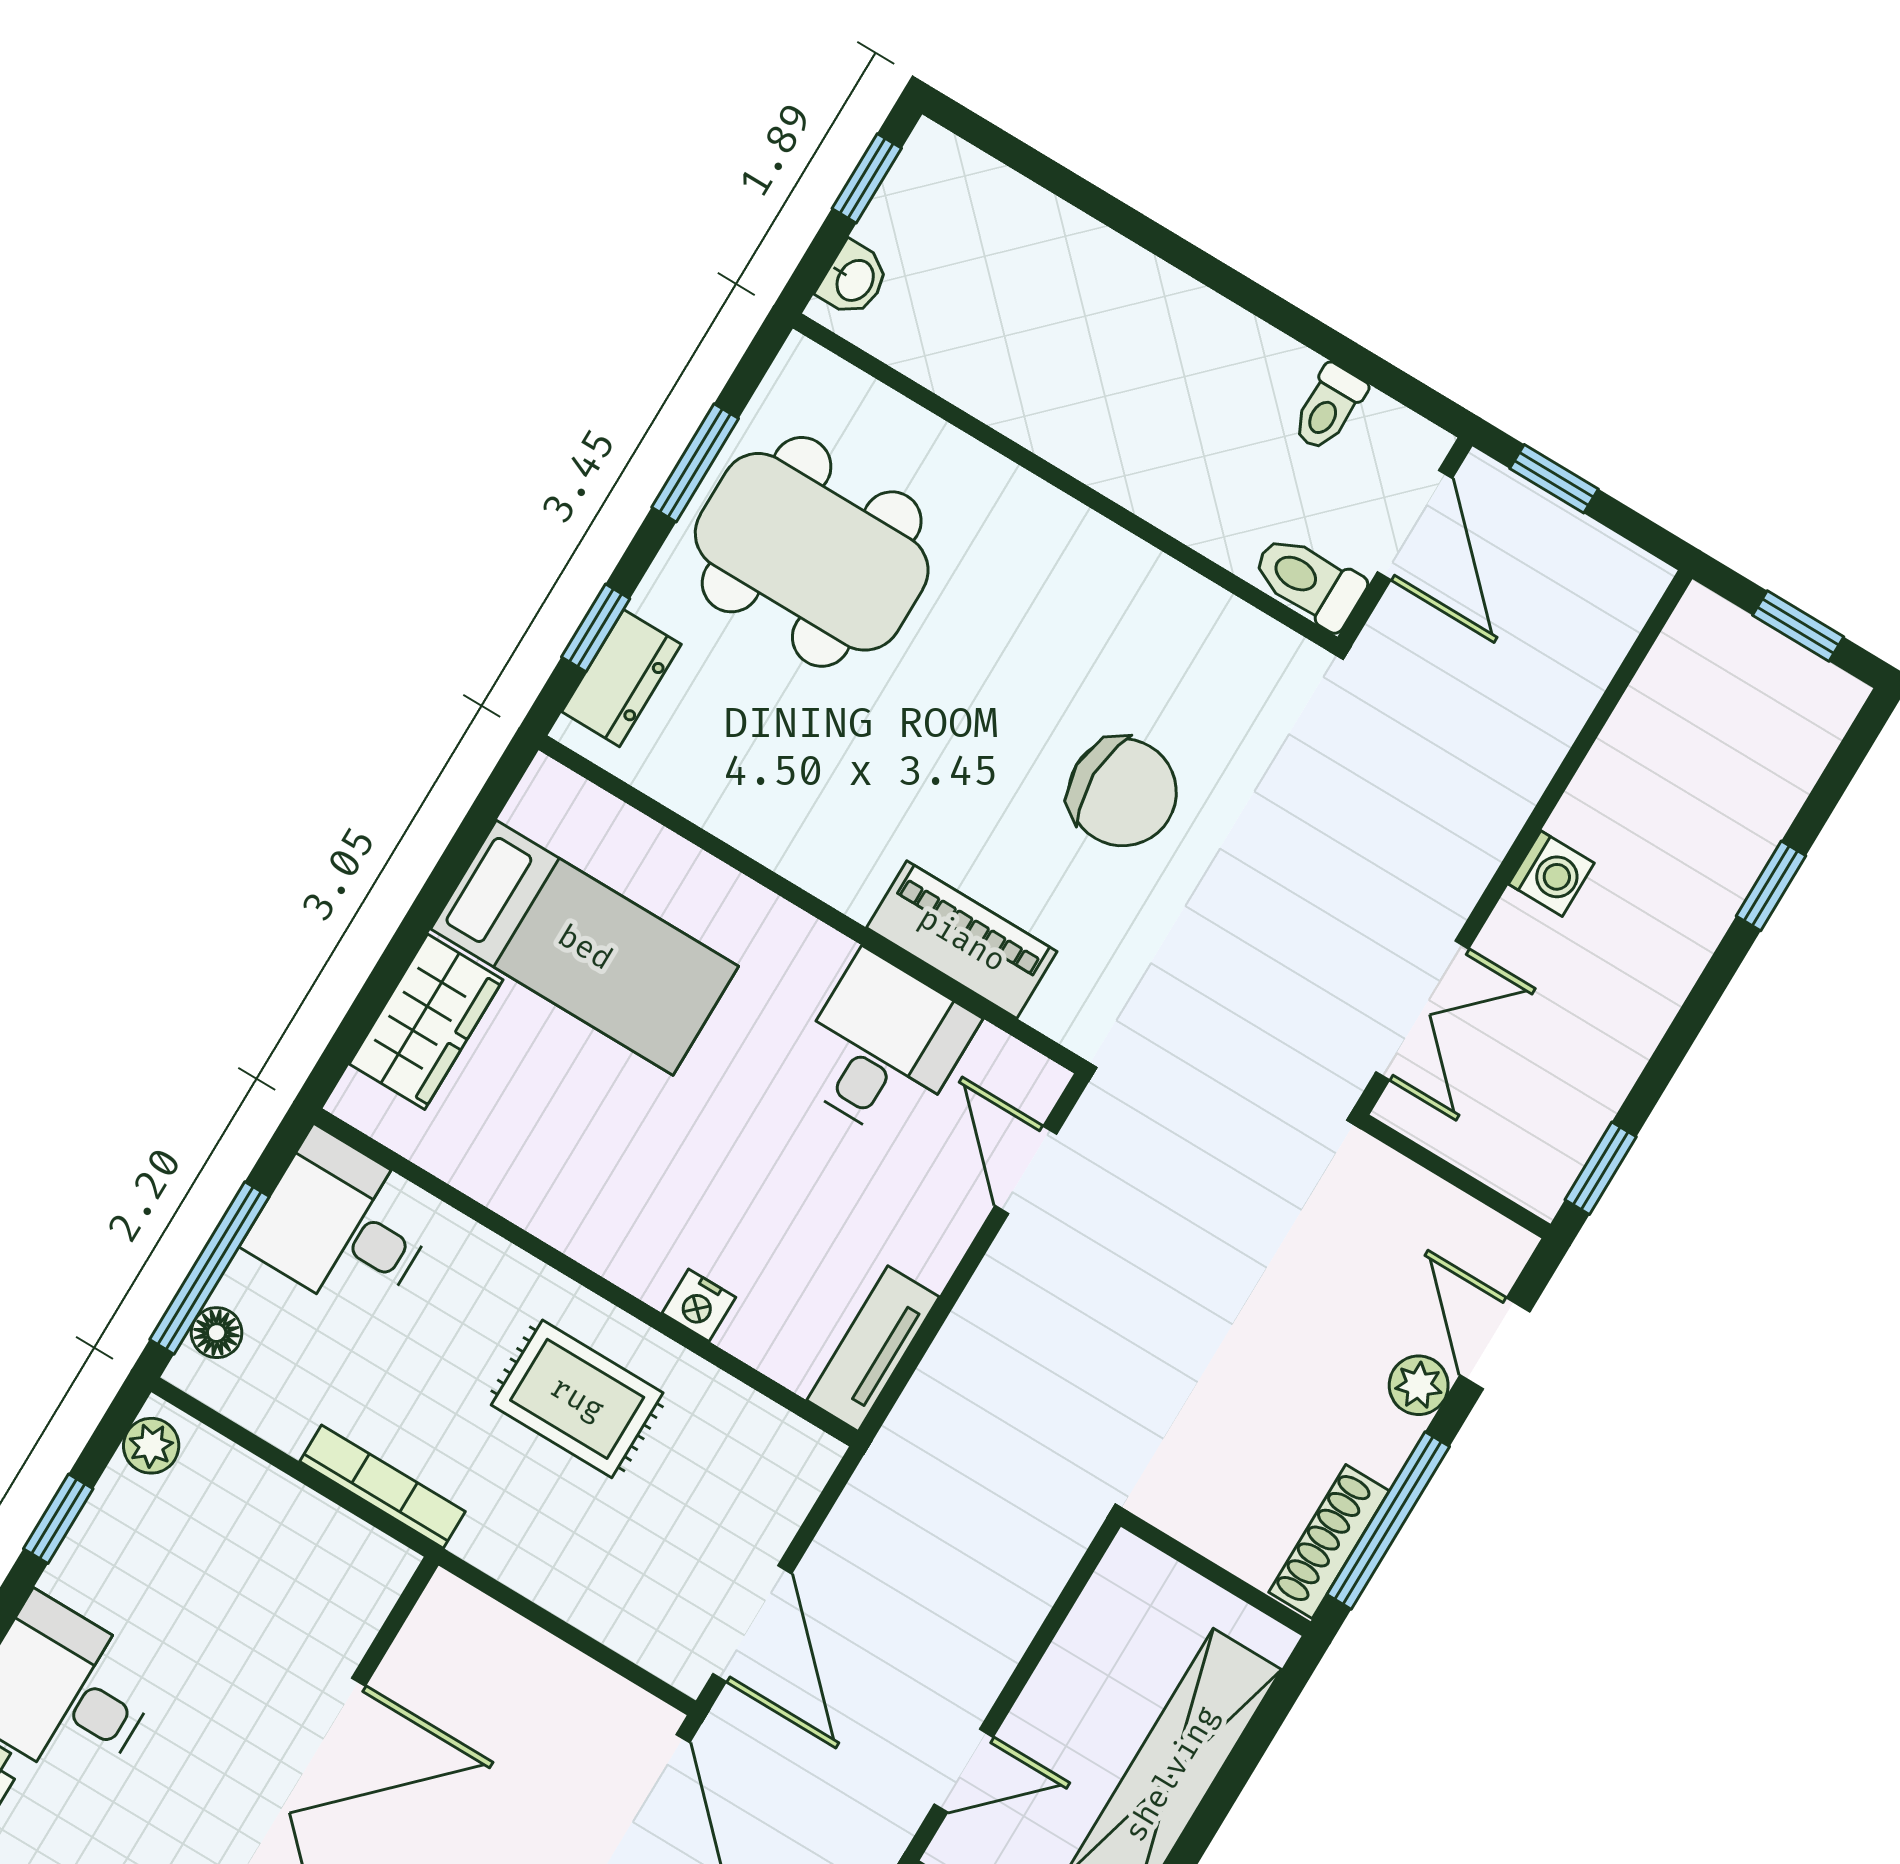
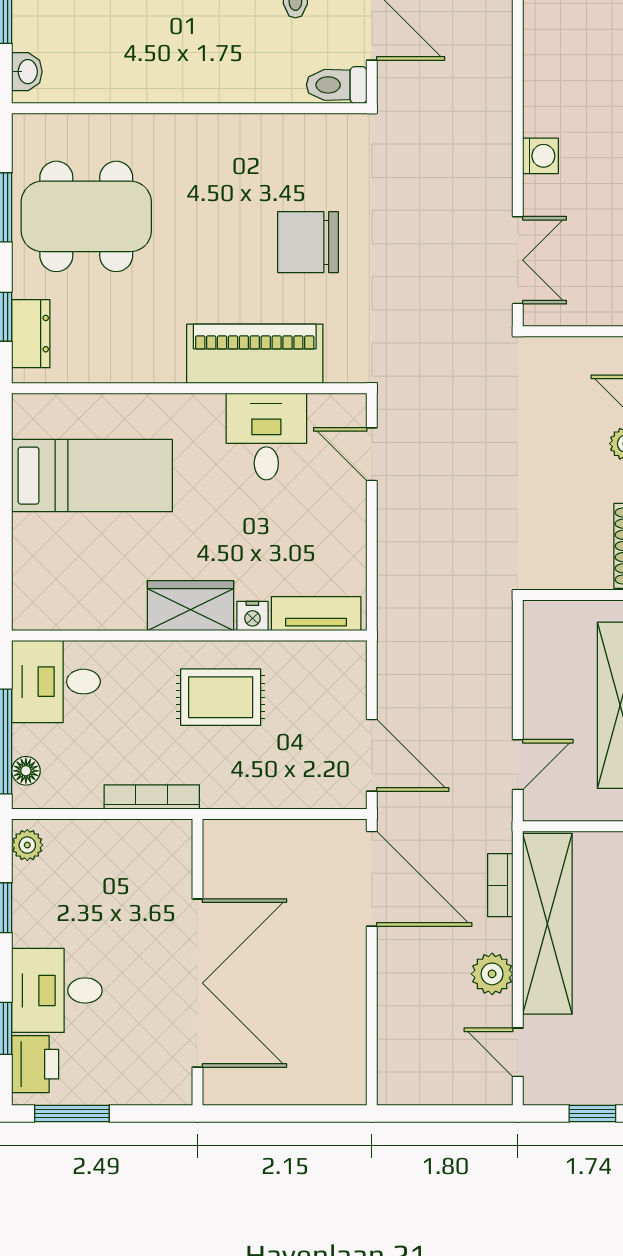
chair: (1123, 792) -> (308, 242), turned 180
piano: (962, 940) -> (255, 354), width x1.37, depth x1.33
wardrobe: (426, 1022) -> (190, 606), moved, turned -90
tv unit: (873, 1349) -> (316, 614), moved, turned 90

